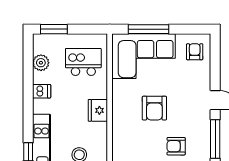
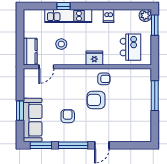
armchair: (195, 52) -> (104, 79), moved
corner sofa: (143, 56) -> (135, 92), removed
plant: (41, 63) -> (145, 16), moved

